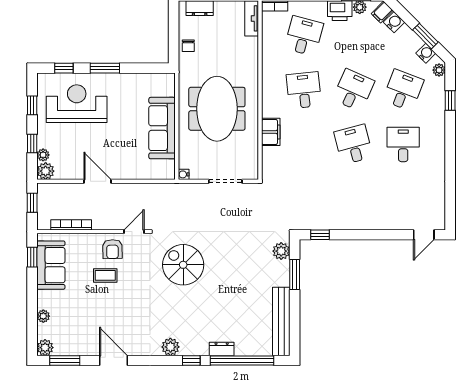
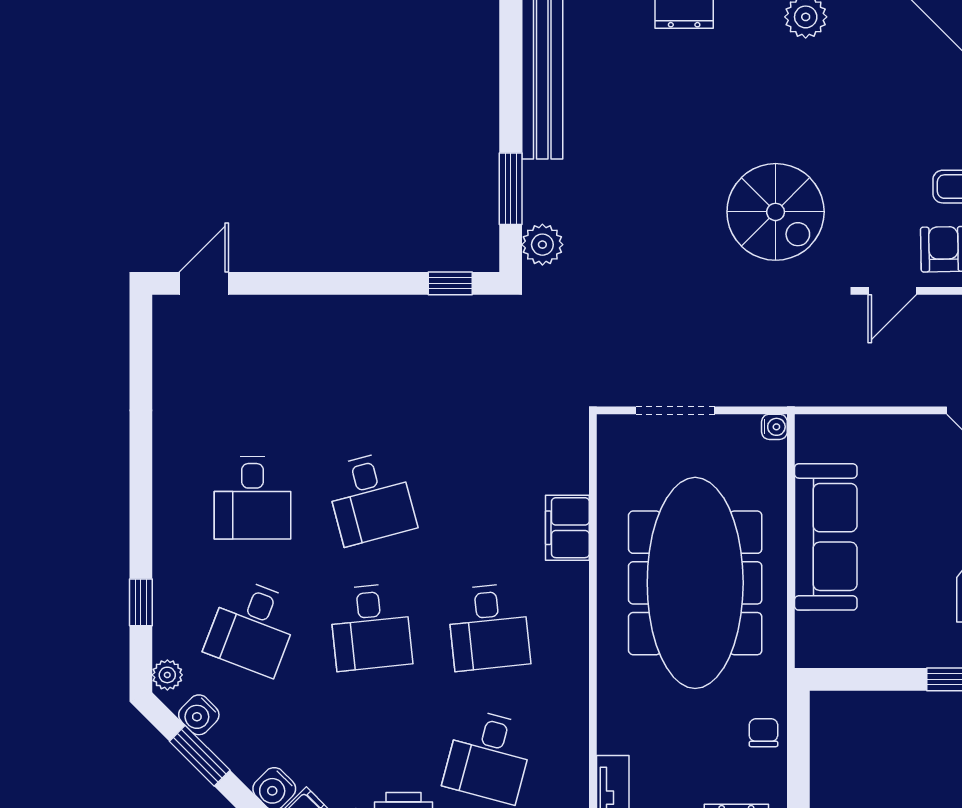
desk: (353, 90) -> (371, 627), turned -30
meeting table: (217, 109) -> (695, 583), width x1.36

